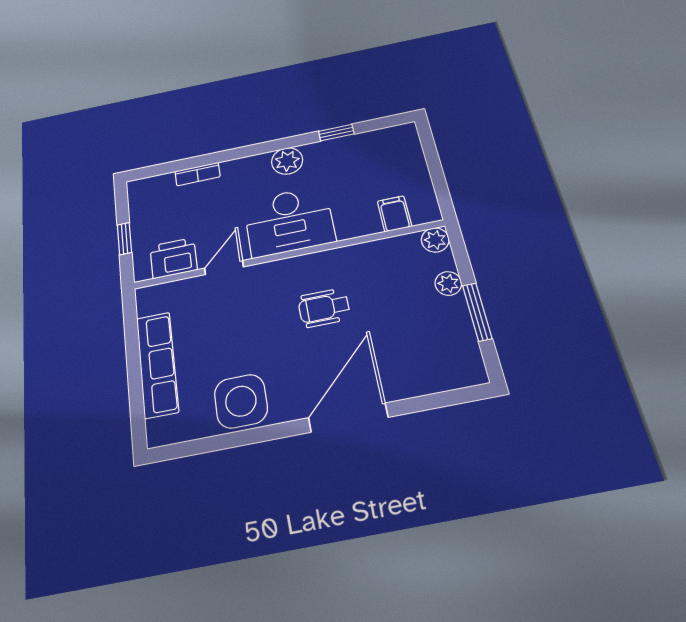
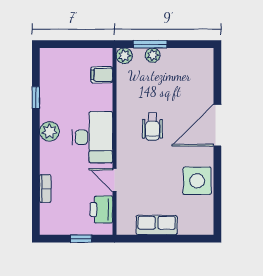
window: (477, 312) -> (150, 44), moved
row of seats: (157, 364) -> (157, 225), width x0.68
door: (348, 418) -> (217, 125), hinge flipped

